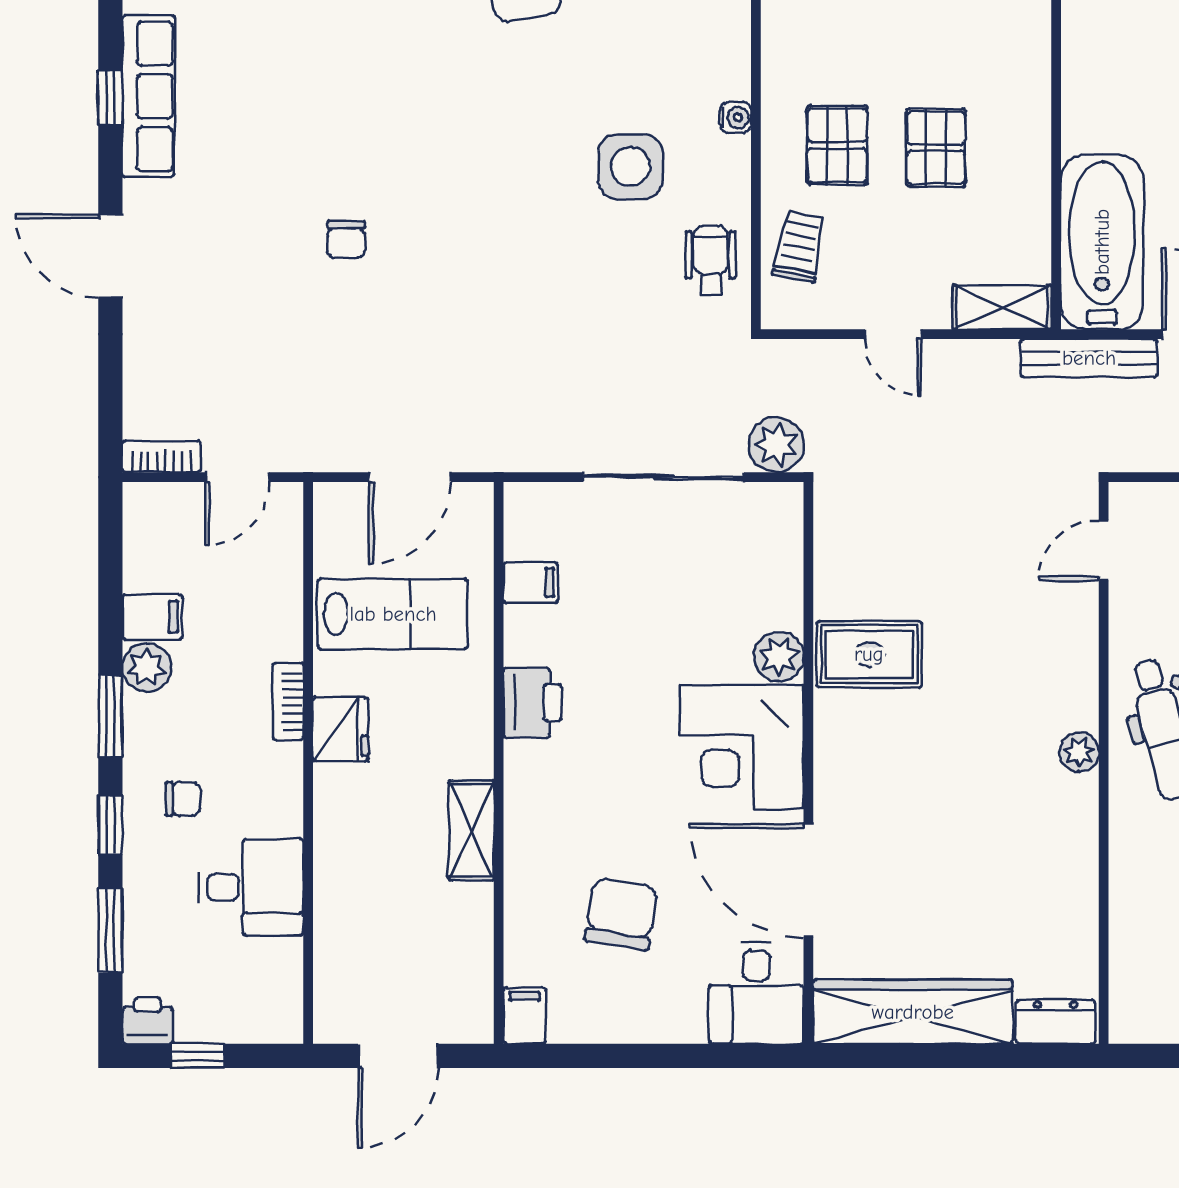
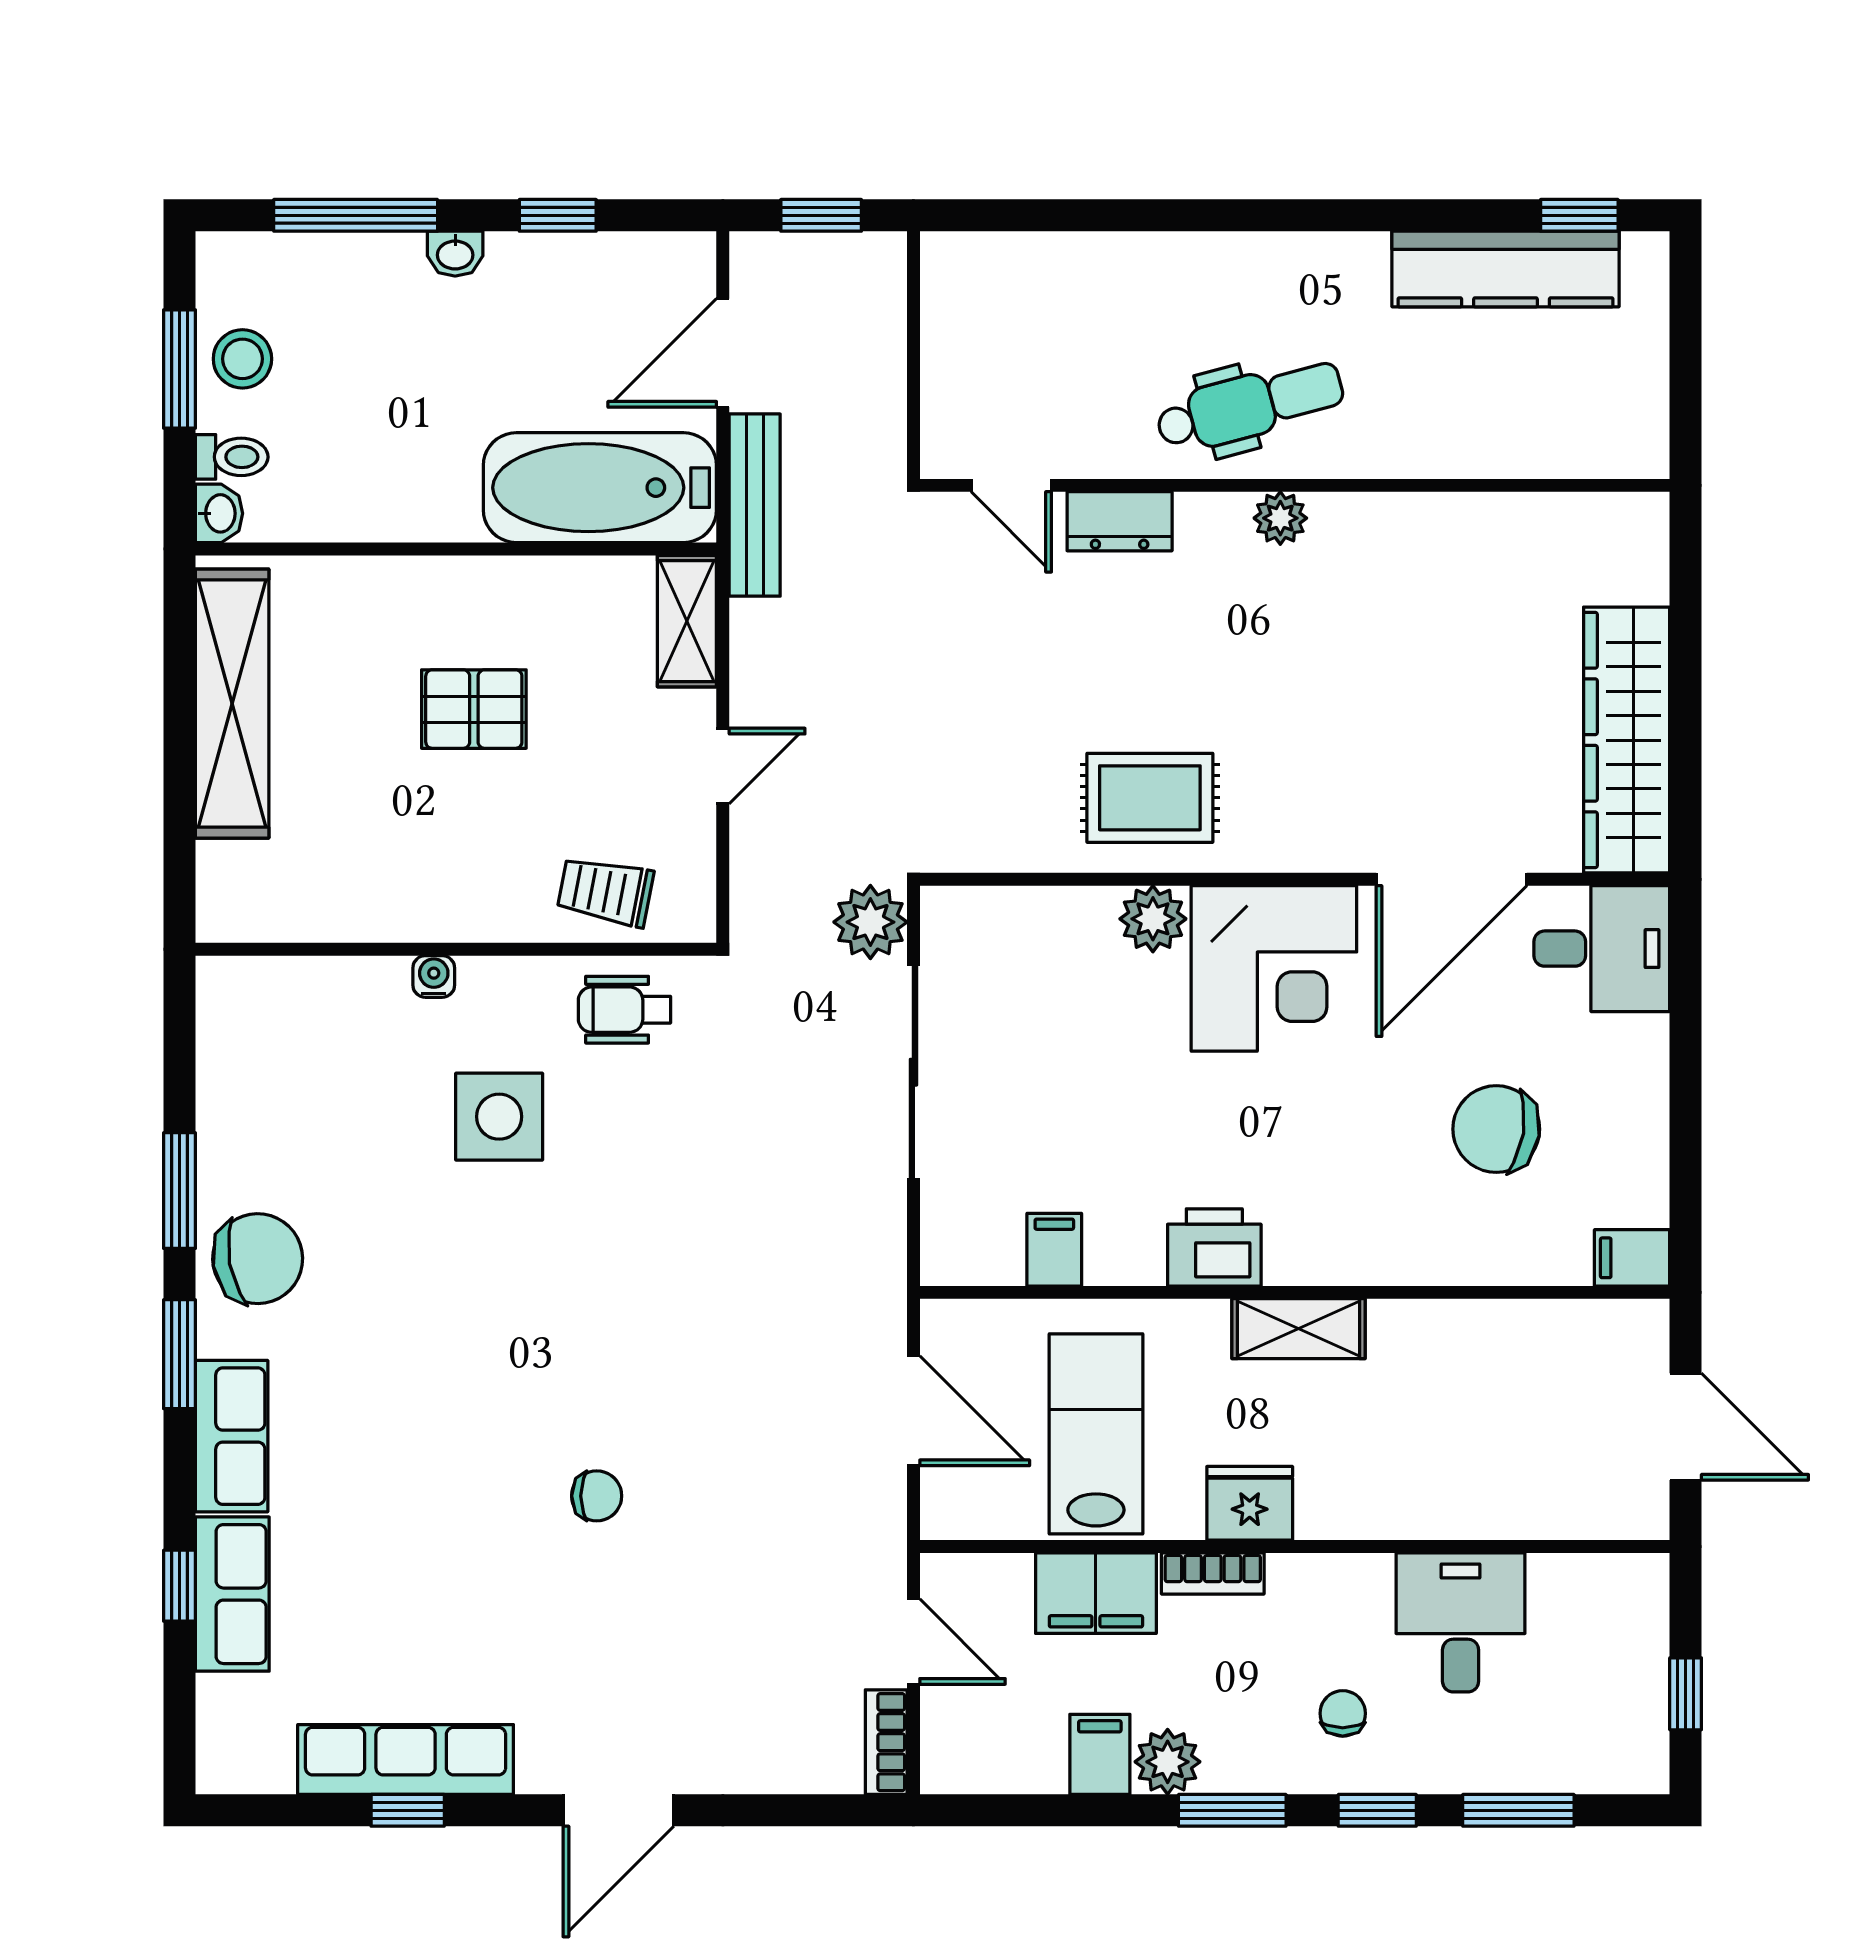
pallet: (837, 145) -> (471, 841), removed
filing cabinet: (273, 614) -> (1096, 1593), added
rug: (869, 654) -> (1150, 798), turned 90
shelving: (471, 830) -> (1298, 1329), moved
printer: (148, 1021) -> (1639, 1761), removed
dresser: (1056, 1022) -> (1120, 521), moved, turned -90

